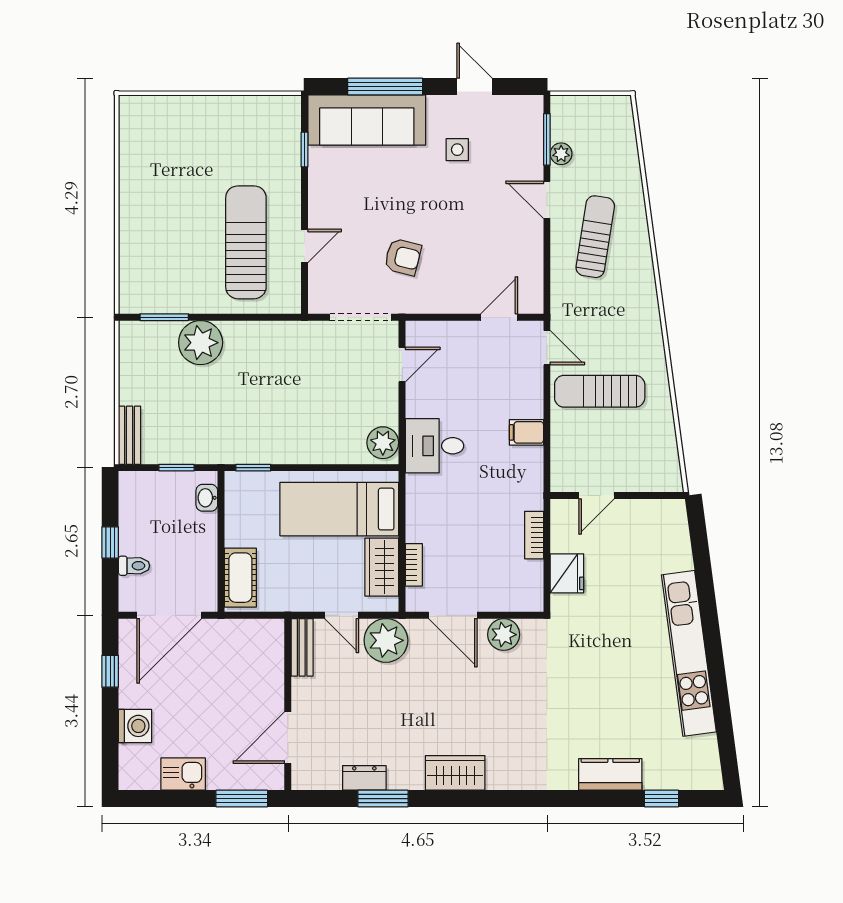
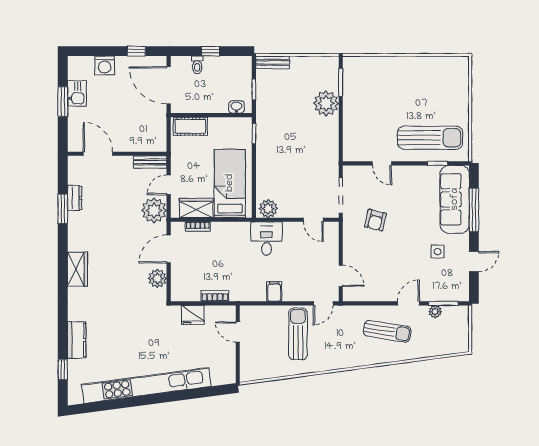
sun lounger: (246, 242) -> (430, 138), moved
kitchen unit: (689, 653) -> (146, 385), width x1.36
wardrobe: (455, 773) -> (78, 269), moved
window: (242, 799) -> (63, 101), moved

